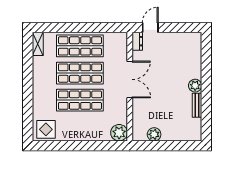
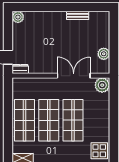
double door: (130, 79) -> (74, 76), moved
plant: (195, 86) -> (18, 17), moved

